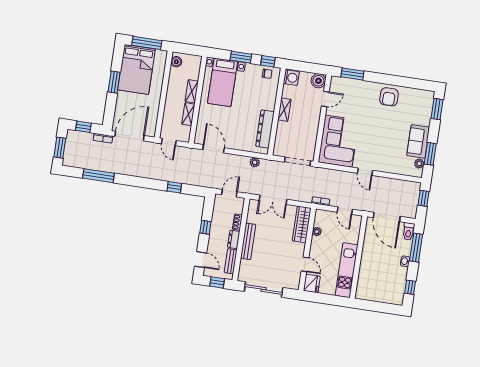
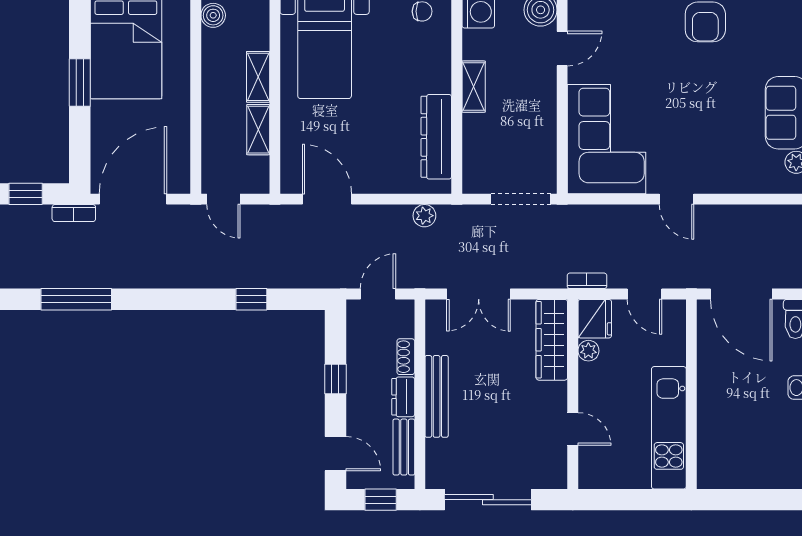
fridge: (312, 283) -> (595, 319), moved

